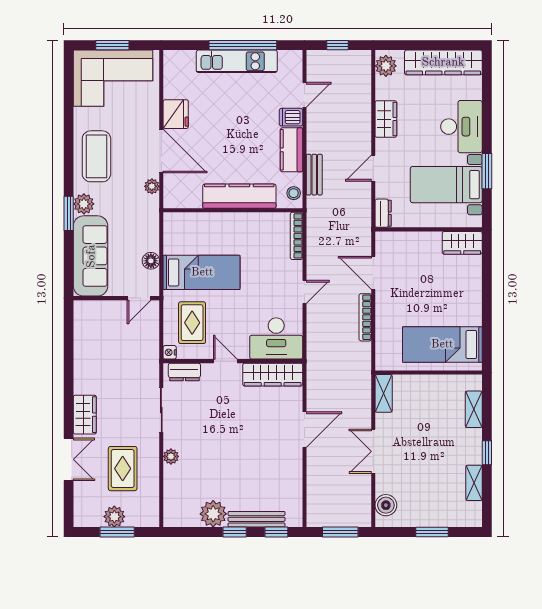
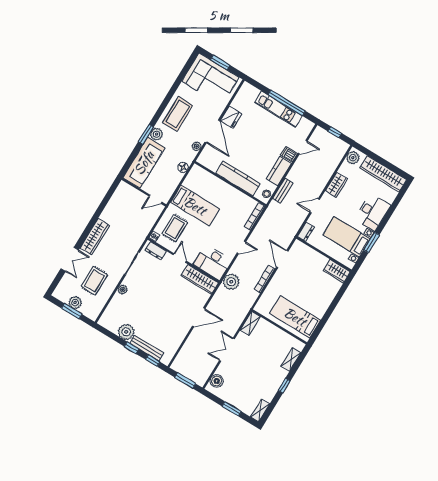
floor lamp: (151, 261) -> (183, 167), moved
plant: (320, 350) -> (231, 282), added
wardrobe: (85, 415) -> (95, 237), width x1.50
shelving: (474, 483) -> (260, 410), moved

